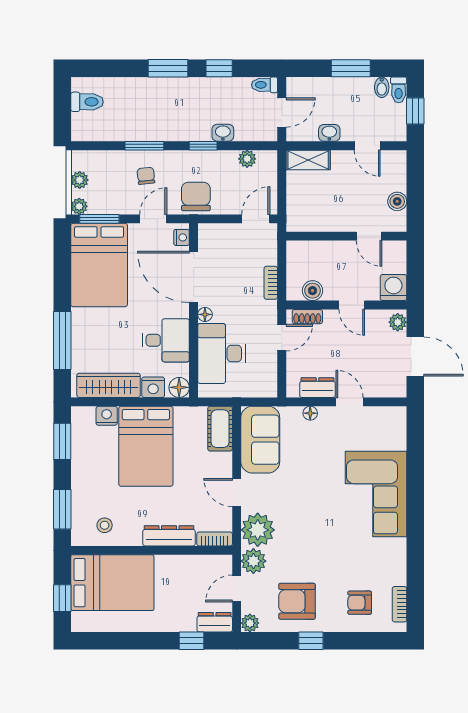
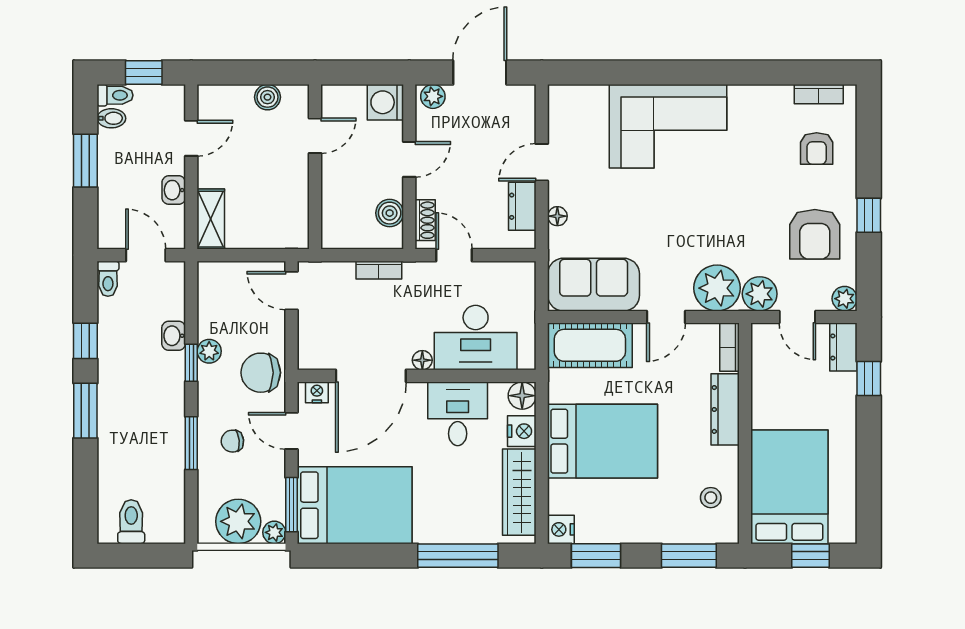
plant: (247, 159) -> (209, 351), moved
plant: (80, 180) -> (238, 521), width x1.88, depth x1.88
nightstand: (107, 416) -> (561, 529), moved
cot: (220, 429) -> (590, 345), width x1.37, depth x1.34

